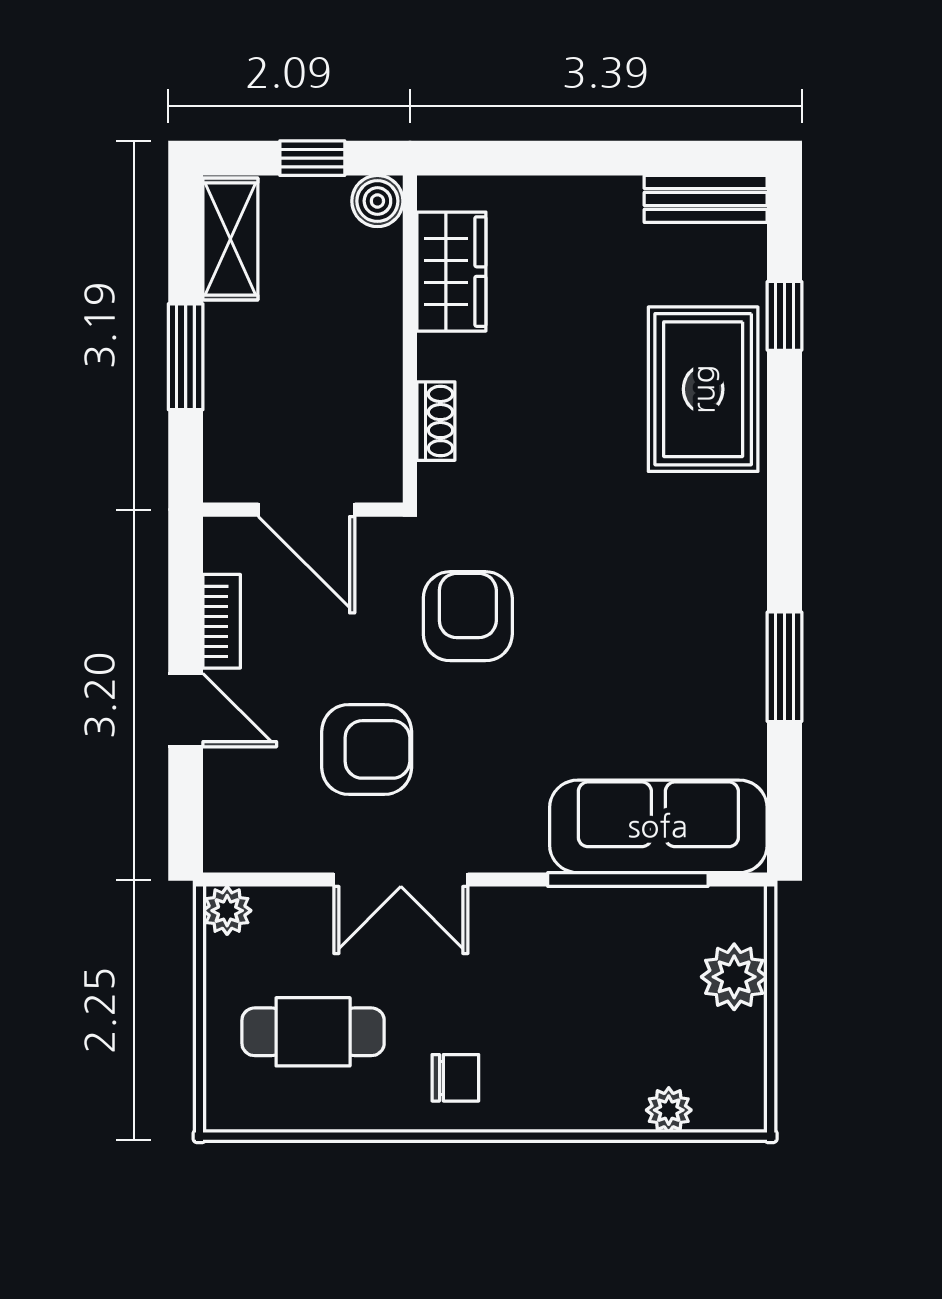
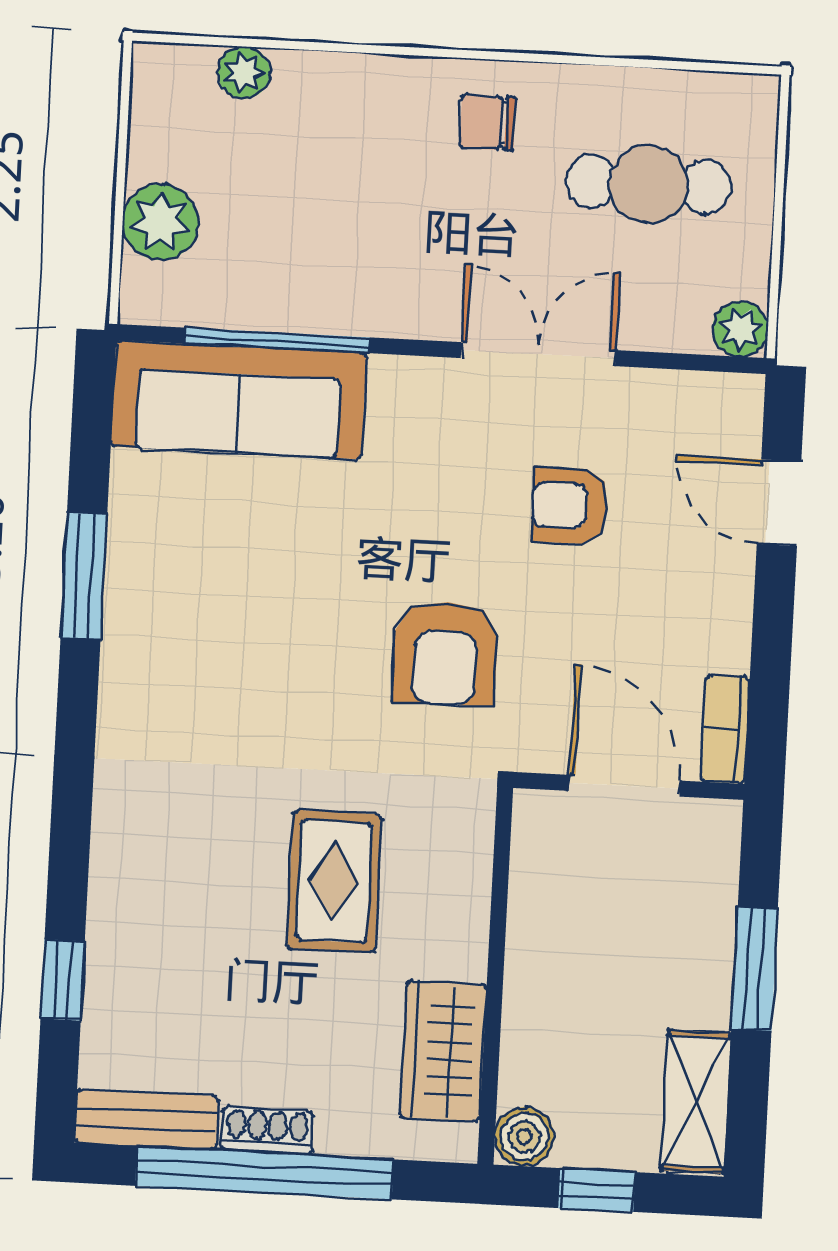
window: (601, 158) -> (264, 1173), added
rug: (703, 389) -> (334, 881), moved, width x0.73, depth x0.70
shoe rack: (436, 421) -> (267, 1131), moved, turned 90
bookcase: (222, 621) -> (726, 729), moved
door: (186, 710) -> (779, 503), moved
armchair: (367, 749) -> (570, 506), width x0.72, depth x0.72

